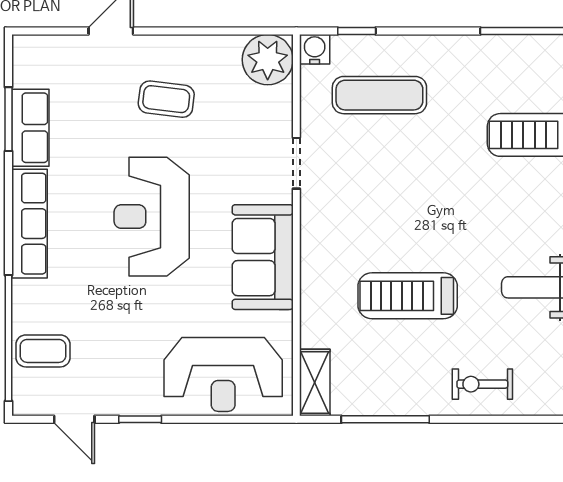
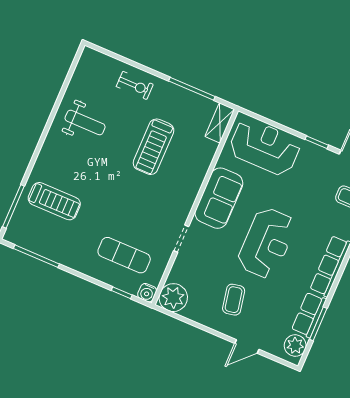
plant: (31, 67) -> (295, 345), added
coffee table: (166, 99) -> (234, 300), turned 72
treadmill: (408, 296) -> (154, 147), turned 90

